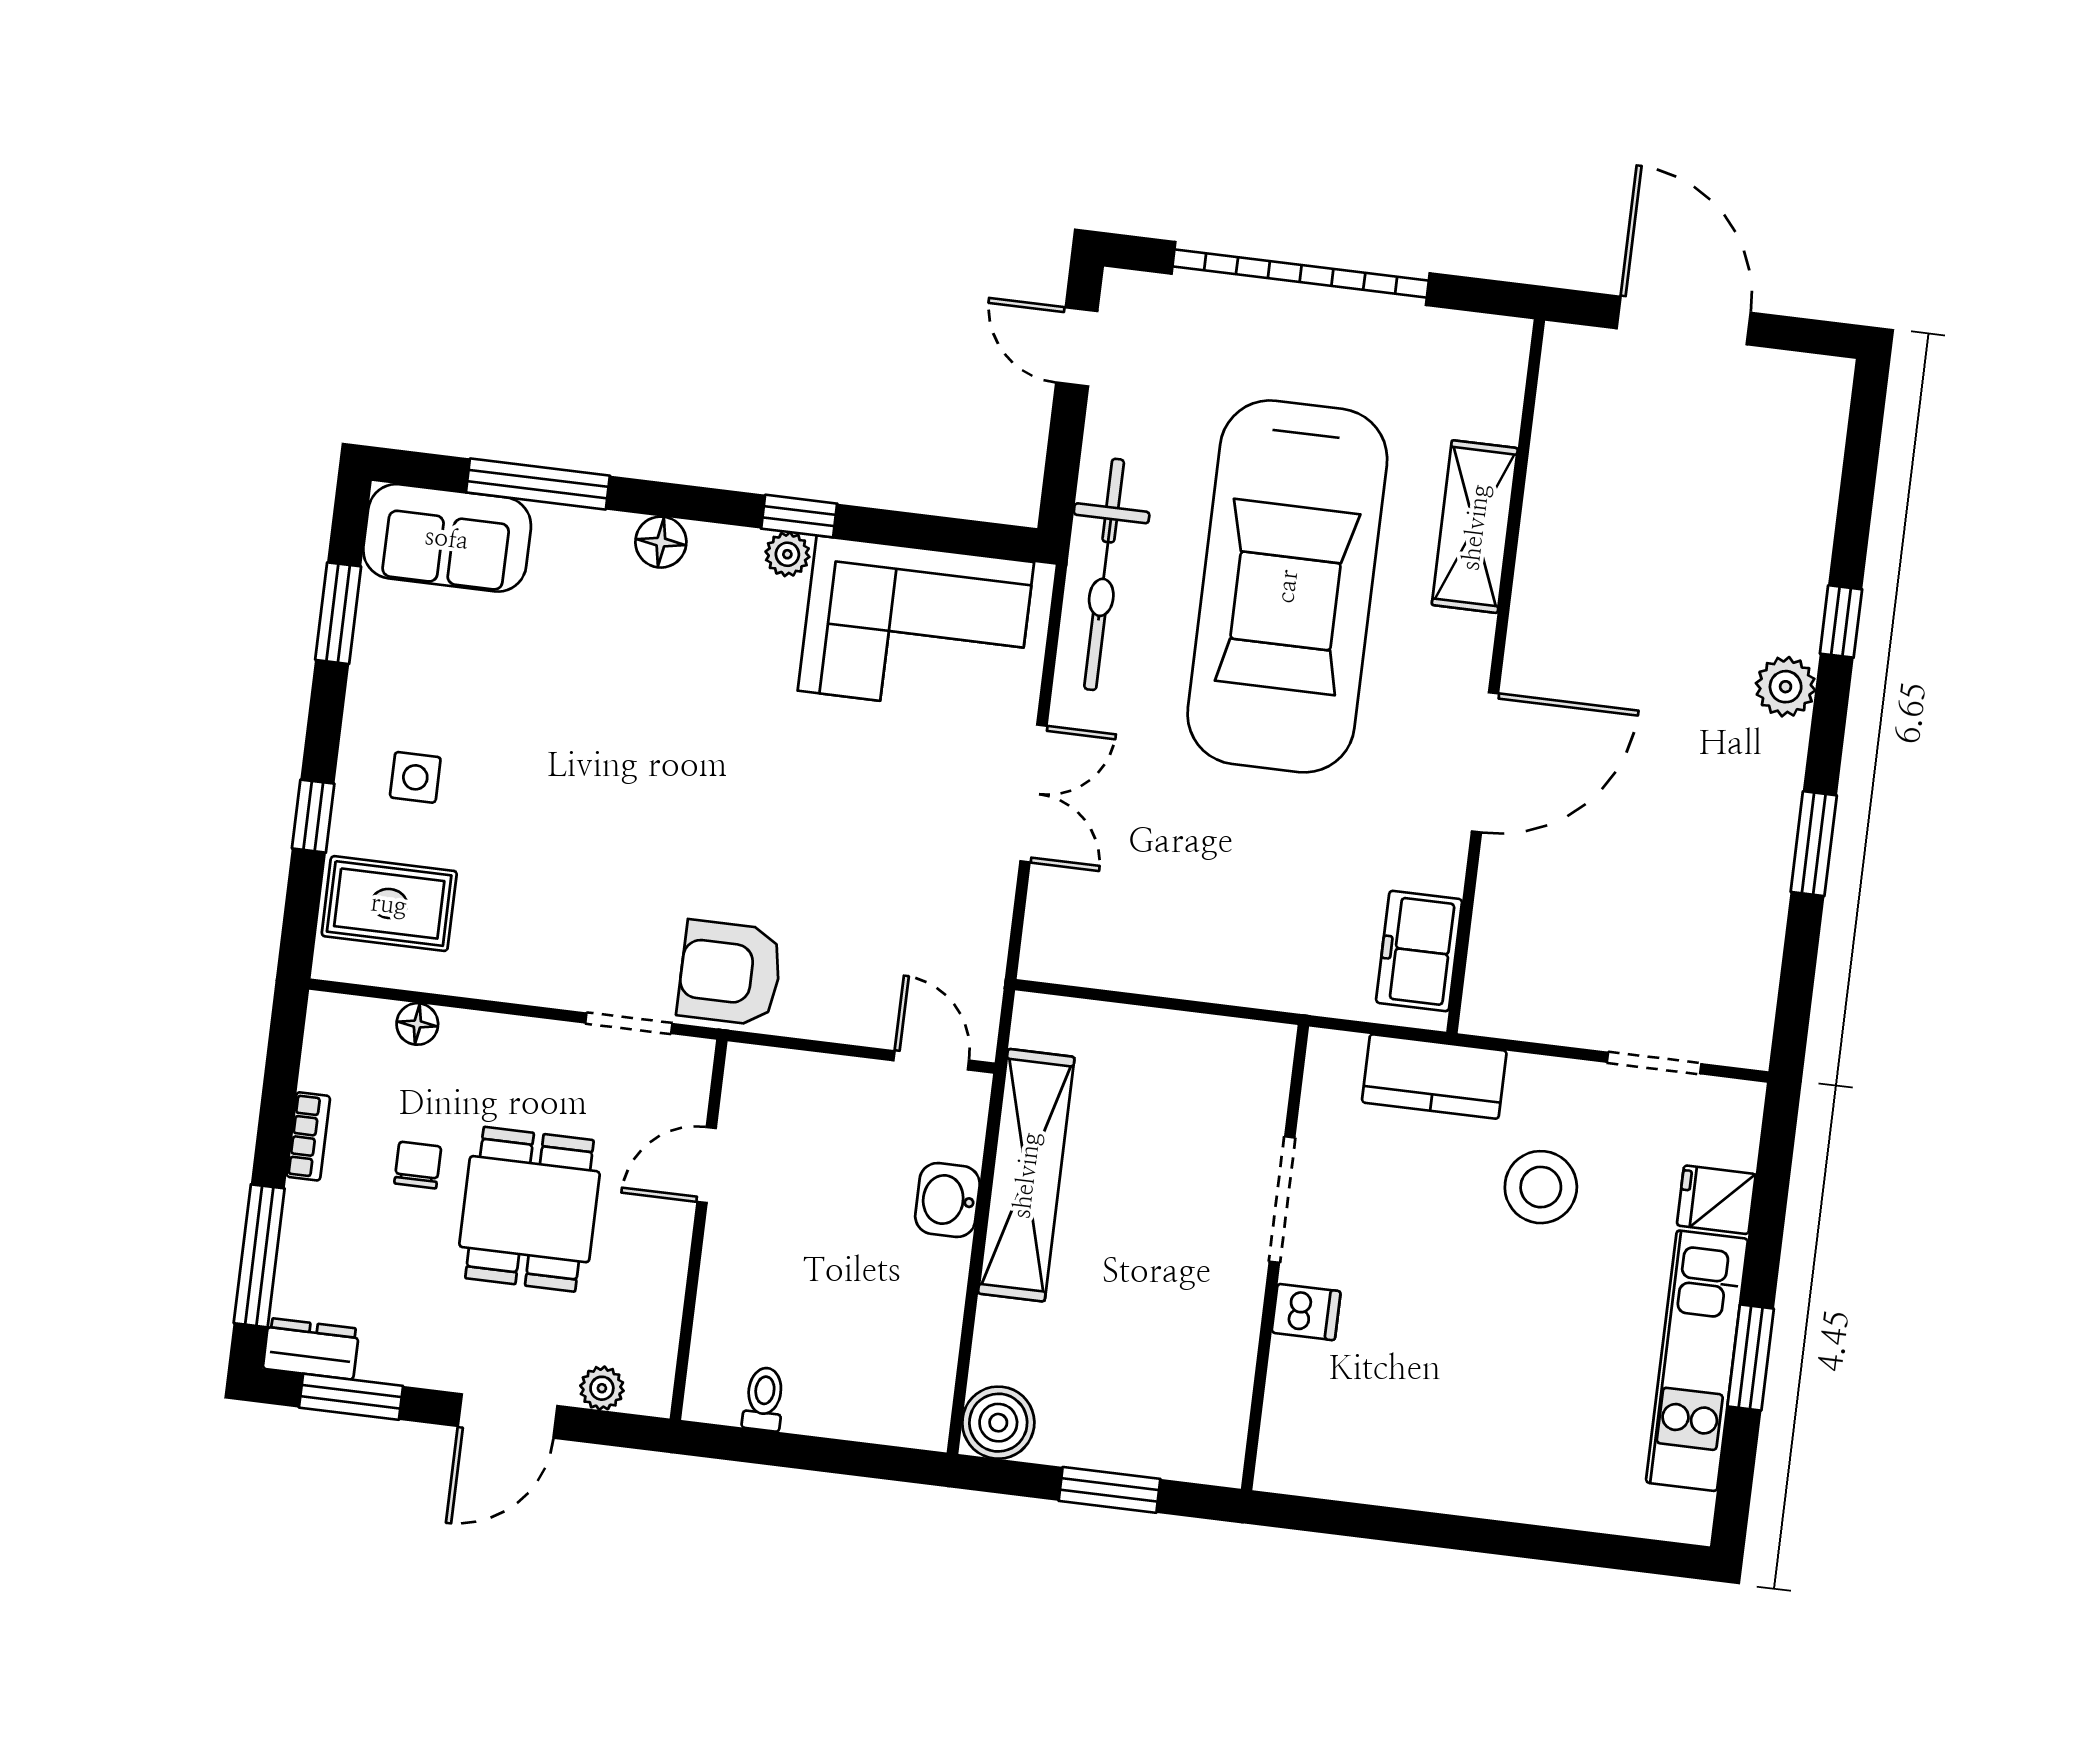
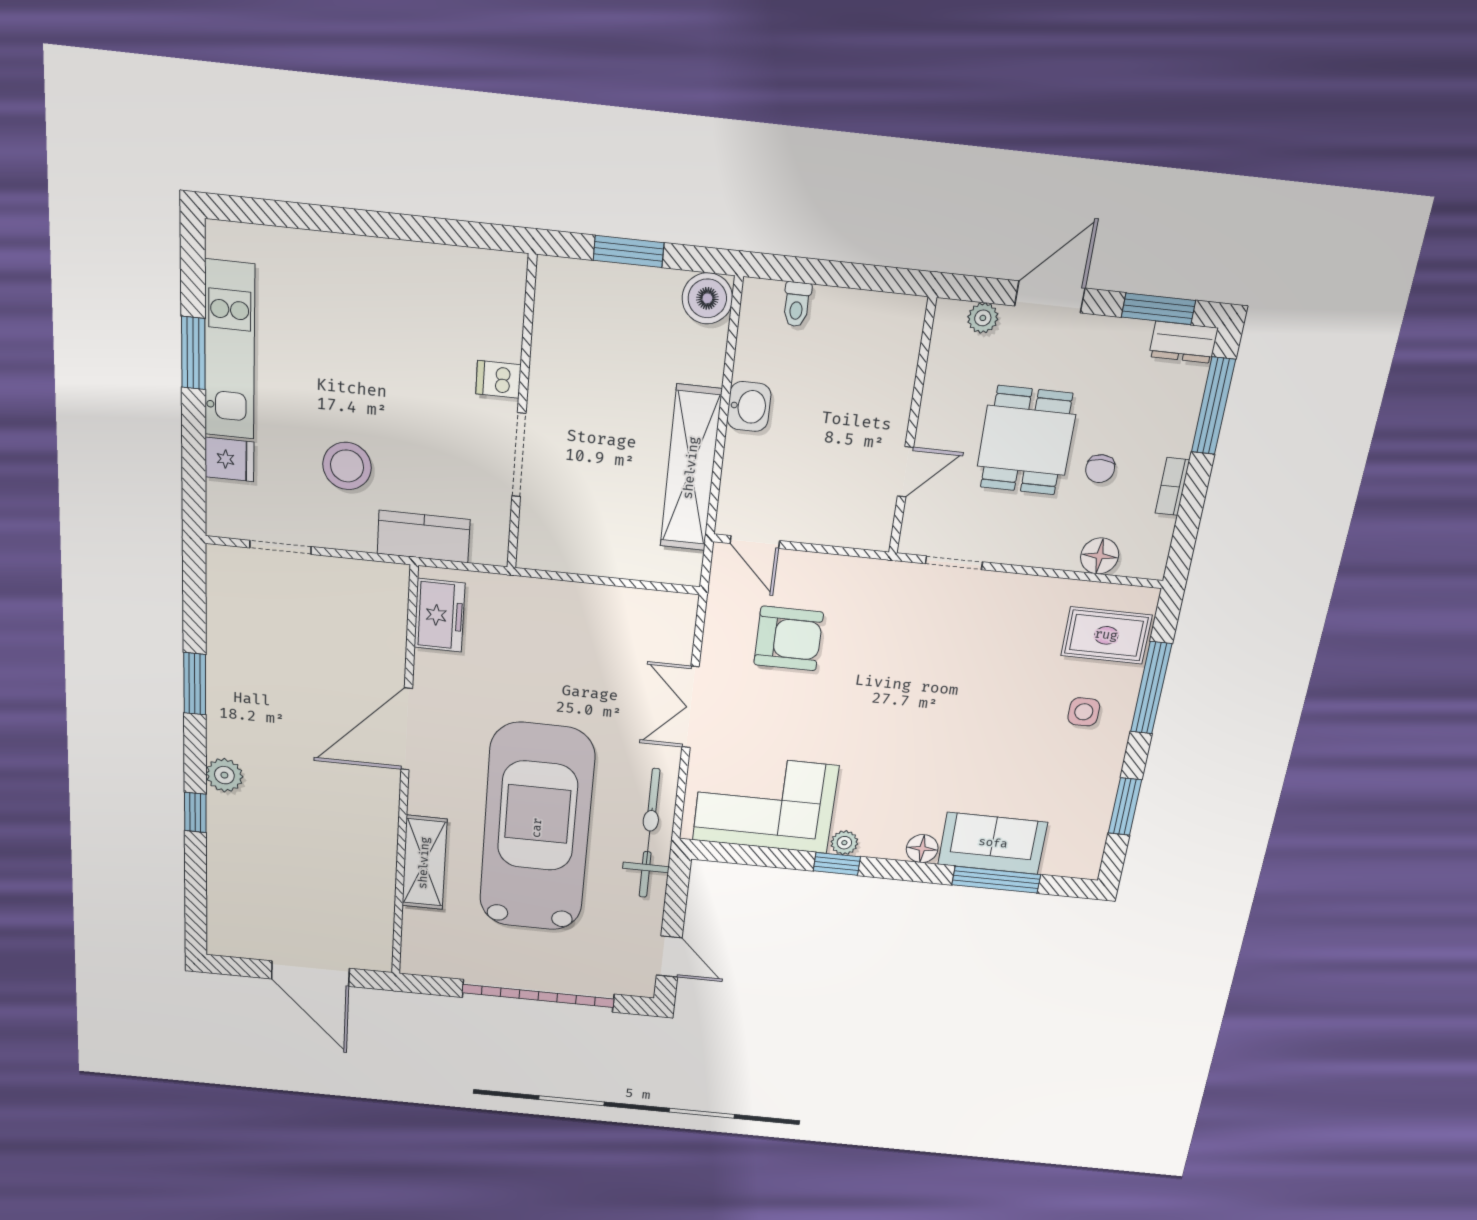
sofa: (447, 538) -> (993, 843), moved
window: (313, 816) -> (1151, 688), width x2.17
armchair: (730, 973) -> (789, 639), moved
floor lamp: (417, 1024) -> (1100, 556), width x1.37, depth x1.37
washbasin: (947, 1200) -> (749, 407), moved
toilet: (764, 1399) -> (797, 304), moved

